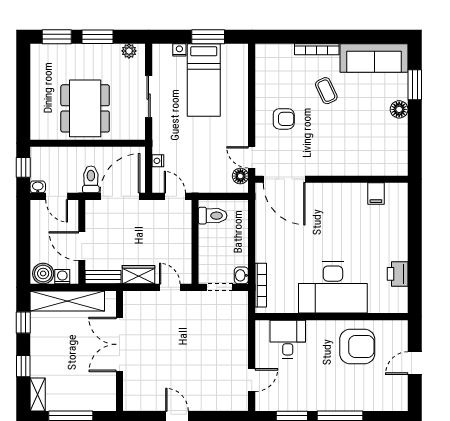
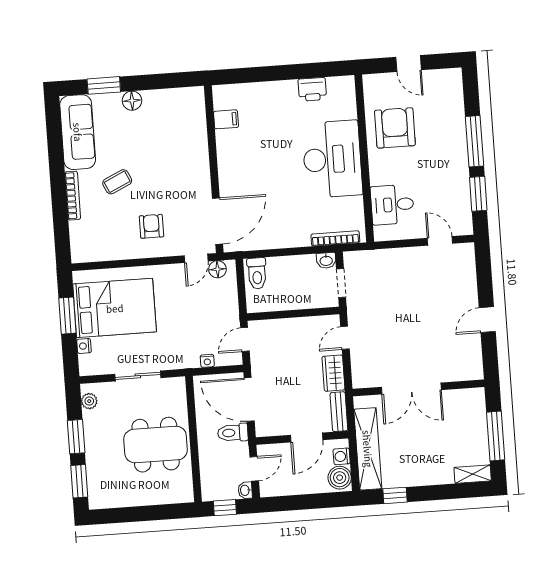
bed: (204, 80) -> (115, 308), width x1.50
toilet: (213, 216) -> (257, 273), moved, turned 180
window: (23, 366) -> (443, 492), removed

